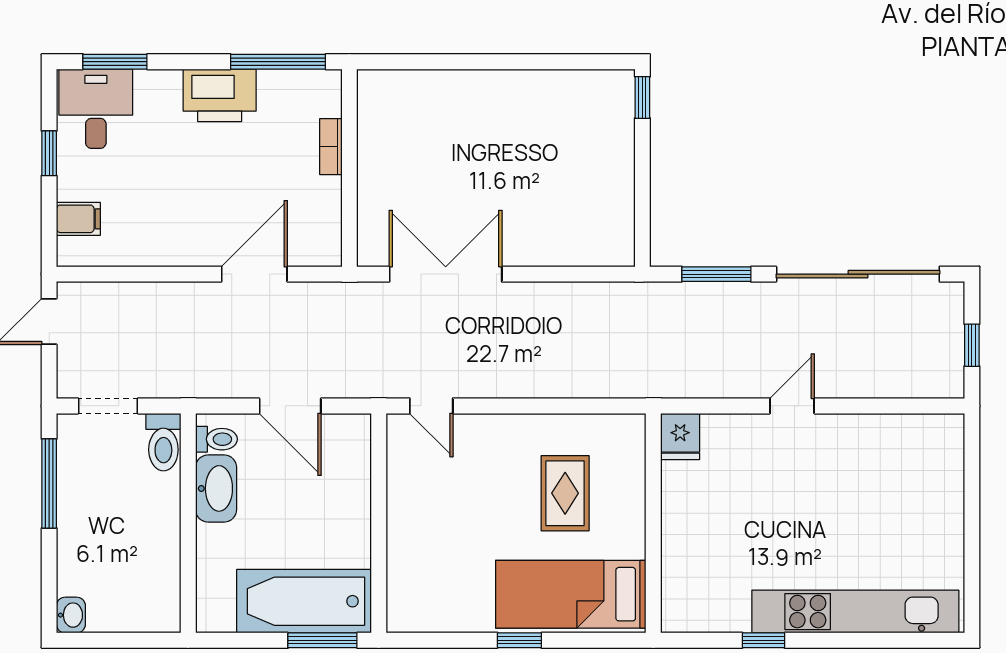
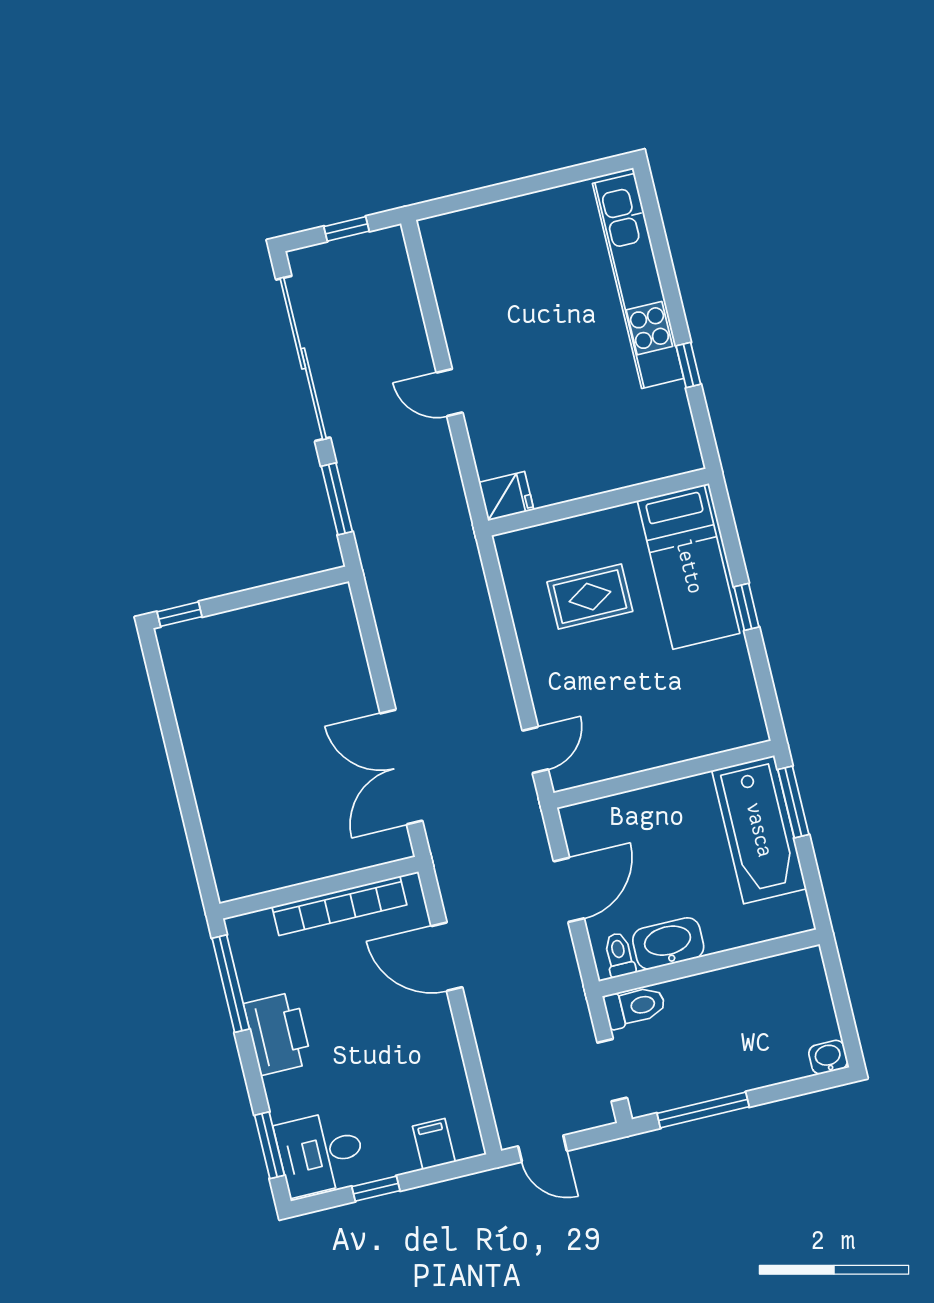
bookcase: (331, 147) -> (339, 906), width x2.31, depth x1.31

